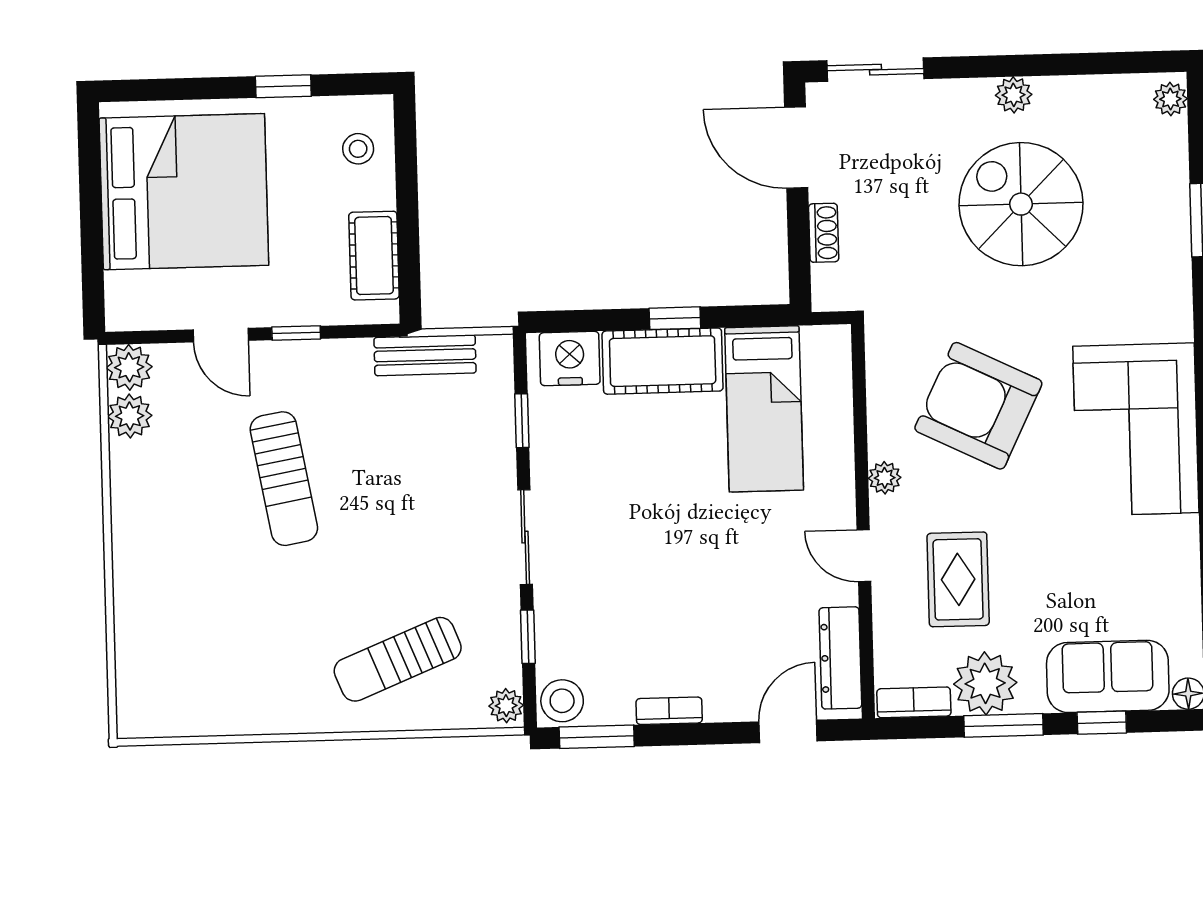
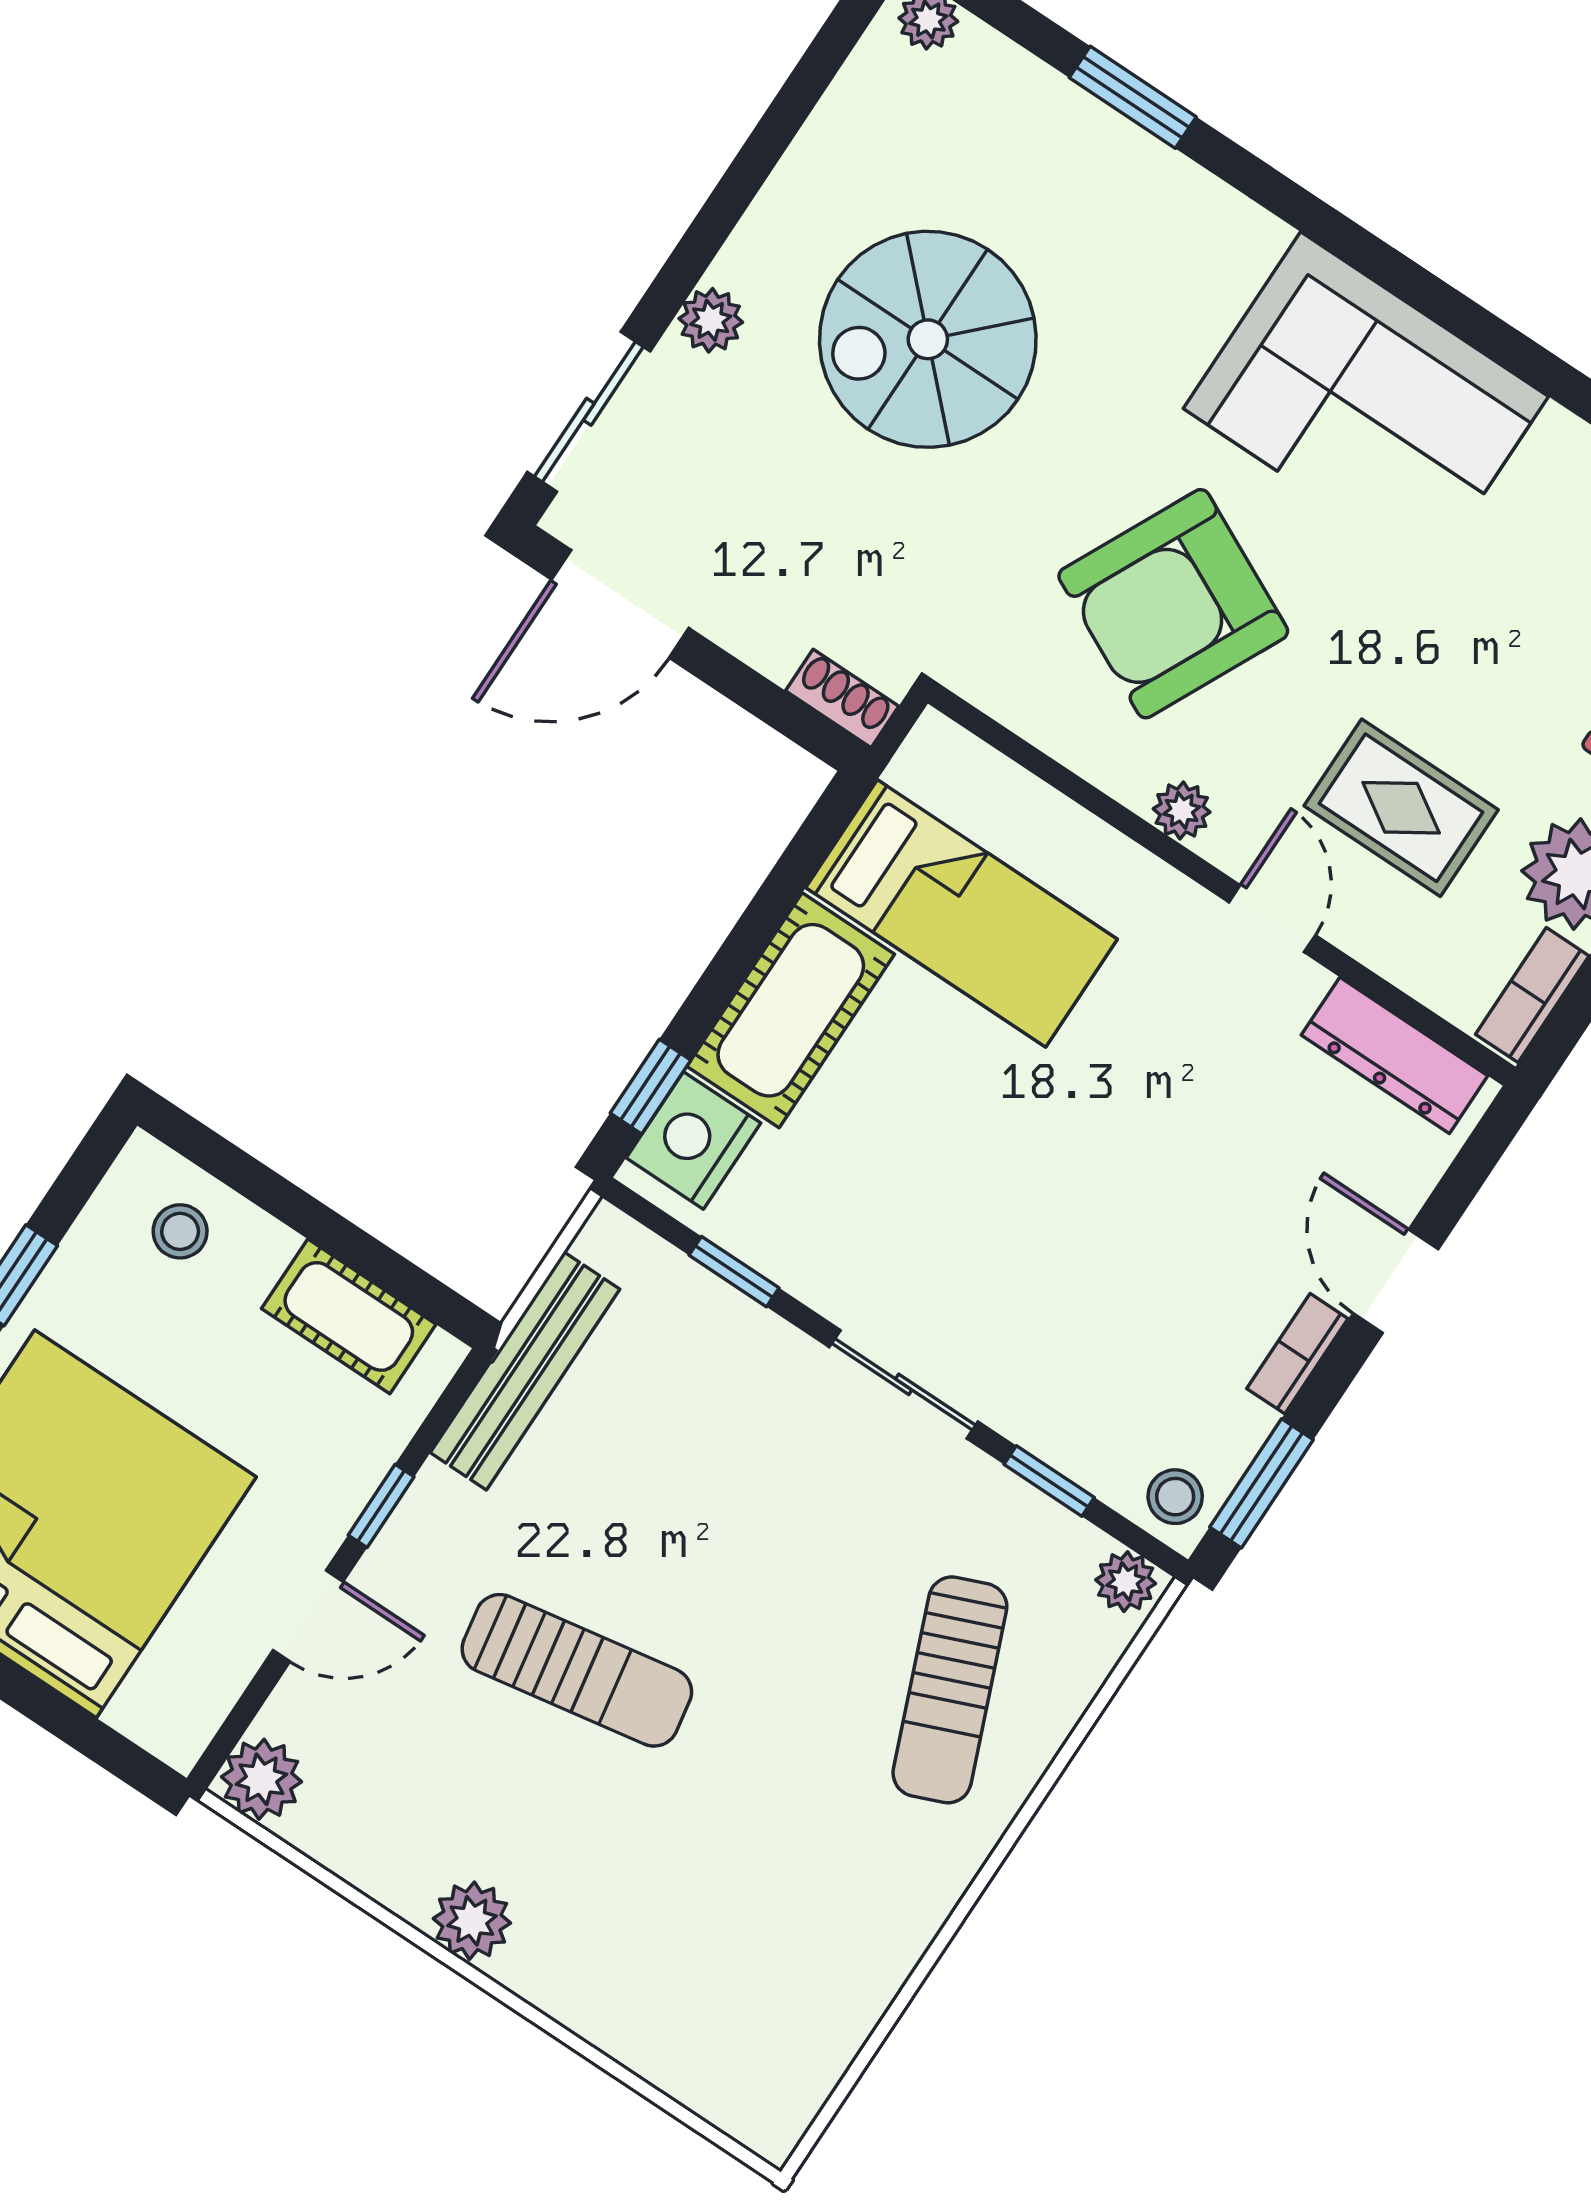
plant: (1014, 95) -> (711, 320), moved
shoe rack: (824, 233) -> (842, 699), moved
window: (675, 318) -> (651, 1087), moved
bench: (425, 355) -> (525, 1371), width x1.36
plant: (130, 416) -> (472, 1921), moved
door: (864, 556) -> (1272, 919), swing flipped
stool: (562, 701) -> (1175, 1497), width x0.73, depth x0.73
door: (788, 731) -> (1396, 1281), moved

